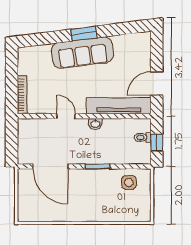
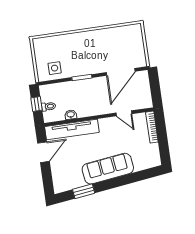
window: (84, 34) -> (84, 191), moved
door: (66, 116) -> (124, 113), moved
washbasin: (95, 124) -> (71, 115), moved
door: (50, 166) -> (121, 72), swing flipped

